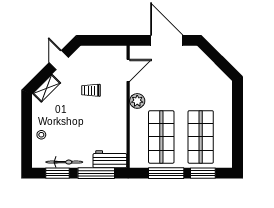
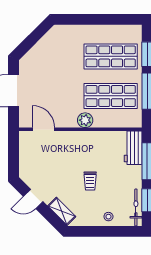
trolley: (91, 90) -> (90, 181), moved
plant: (137, 101) -> (85, 120), moved
bicycle: (64, 162) -> (136, 207), moved

